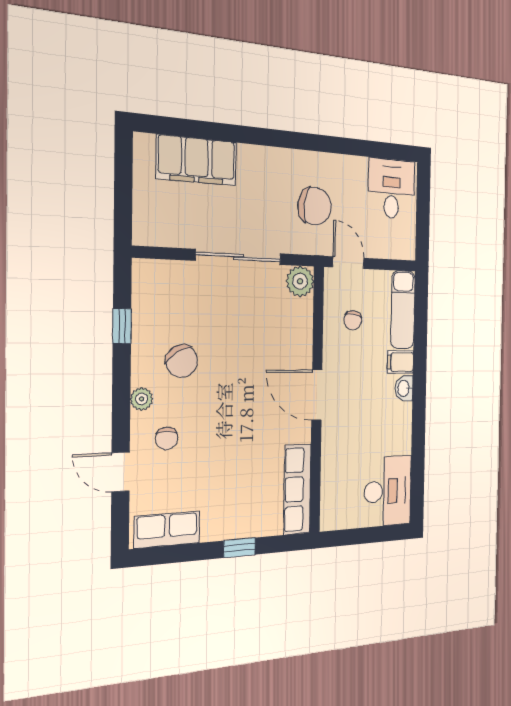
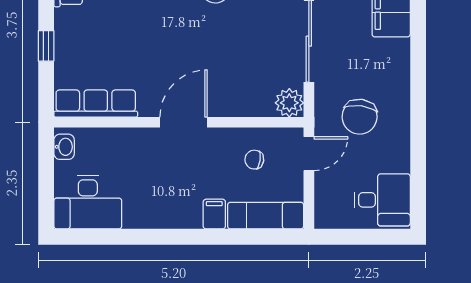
washbasin: (404, 388) -> (64, 147), moved, turned 90

